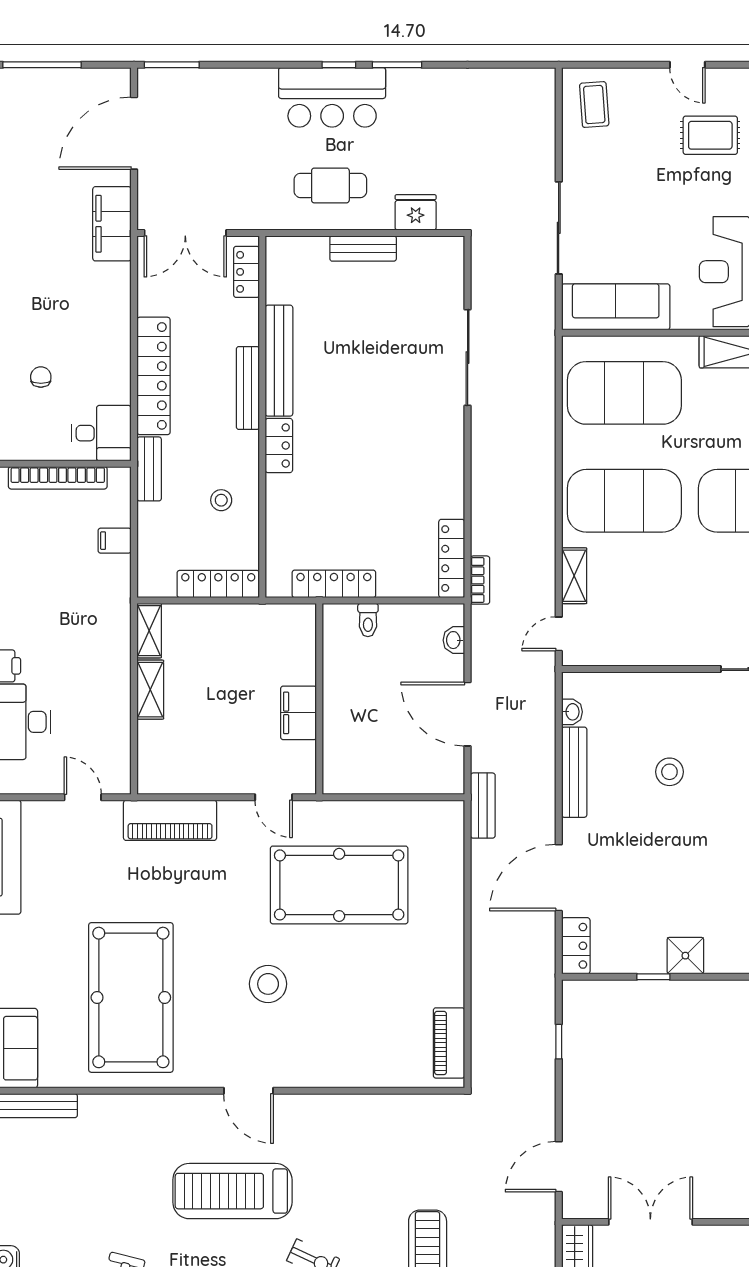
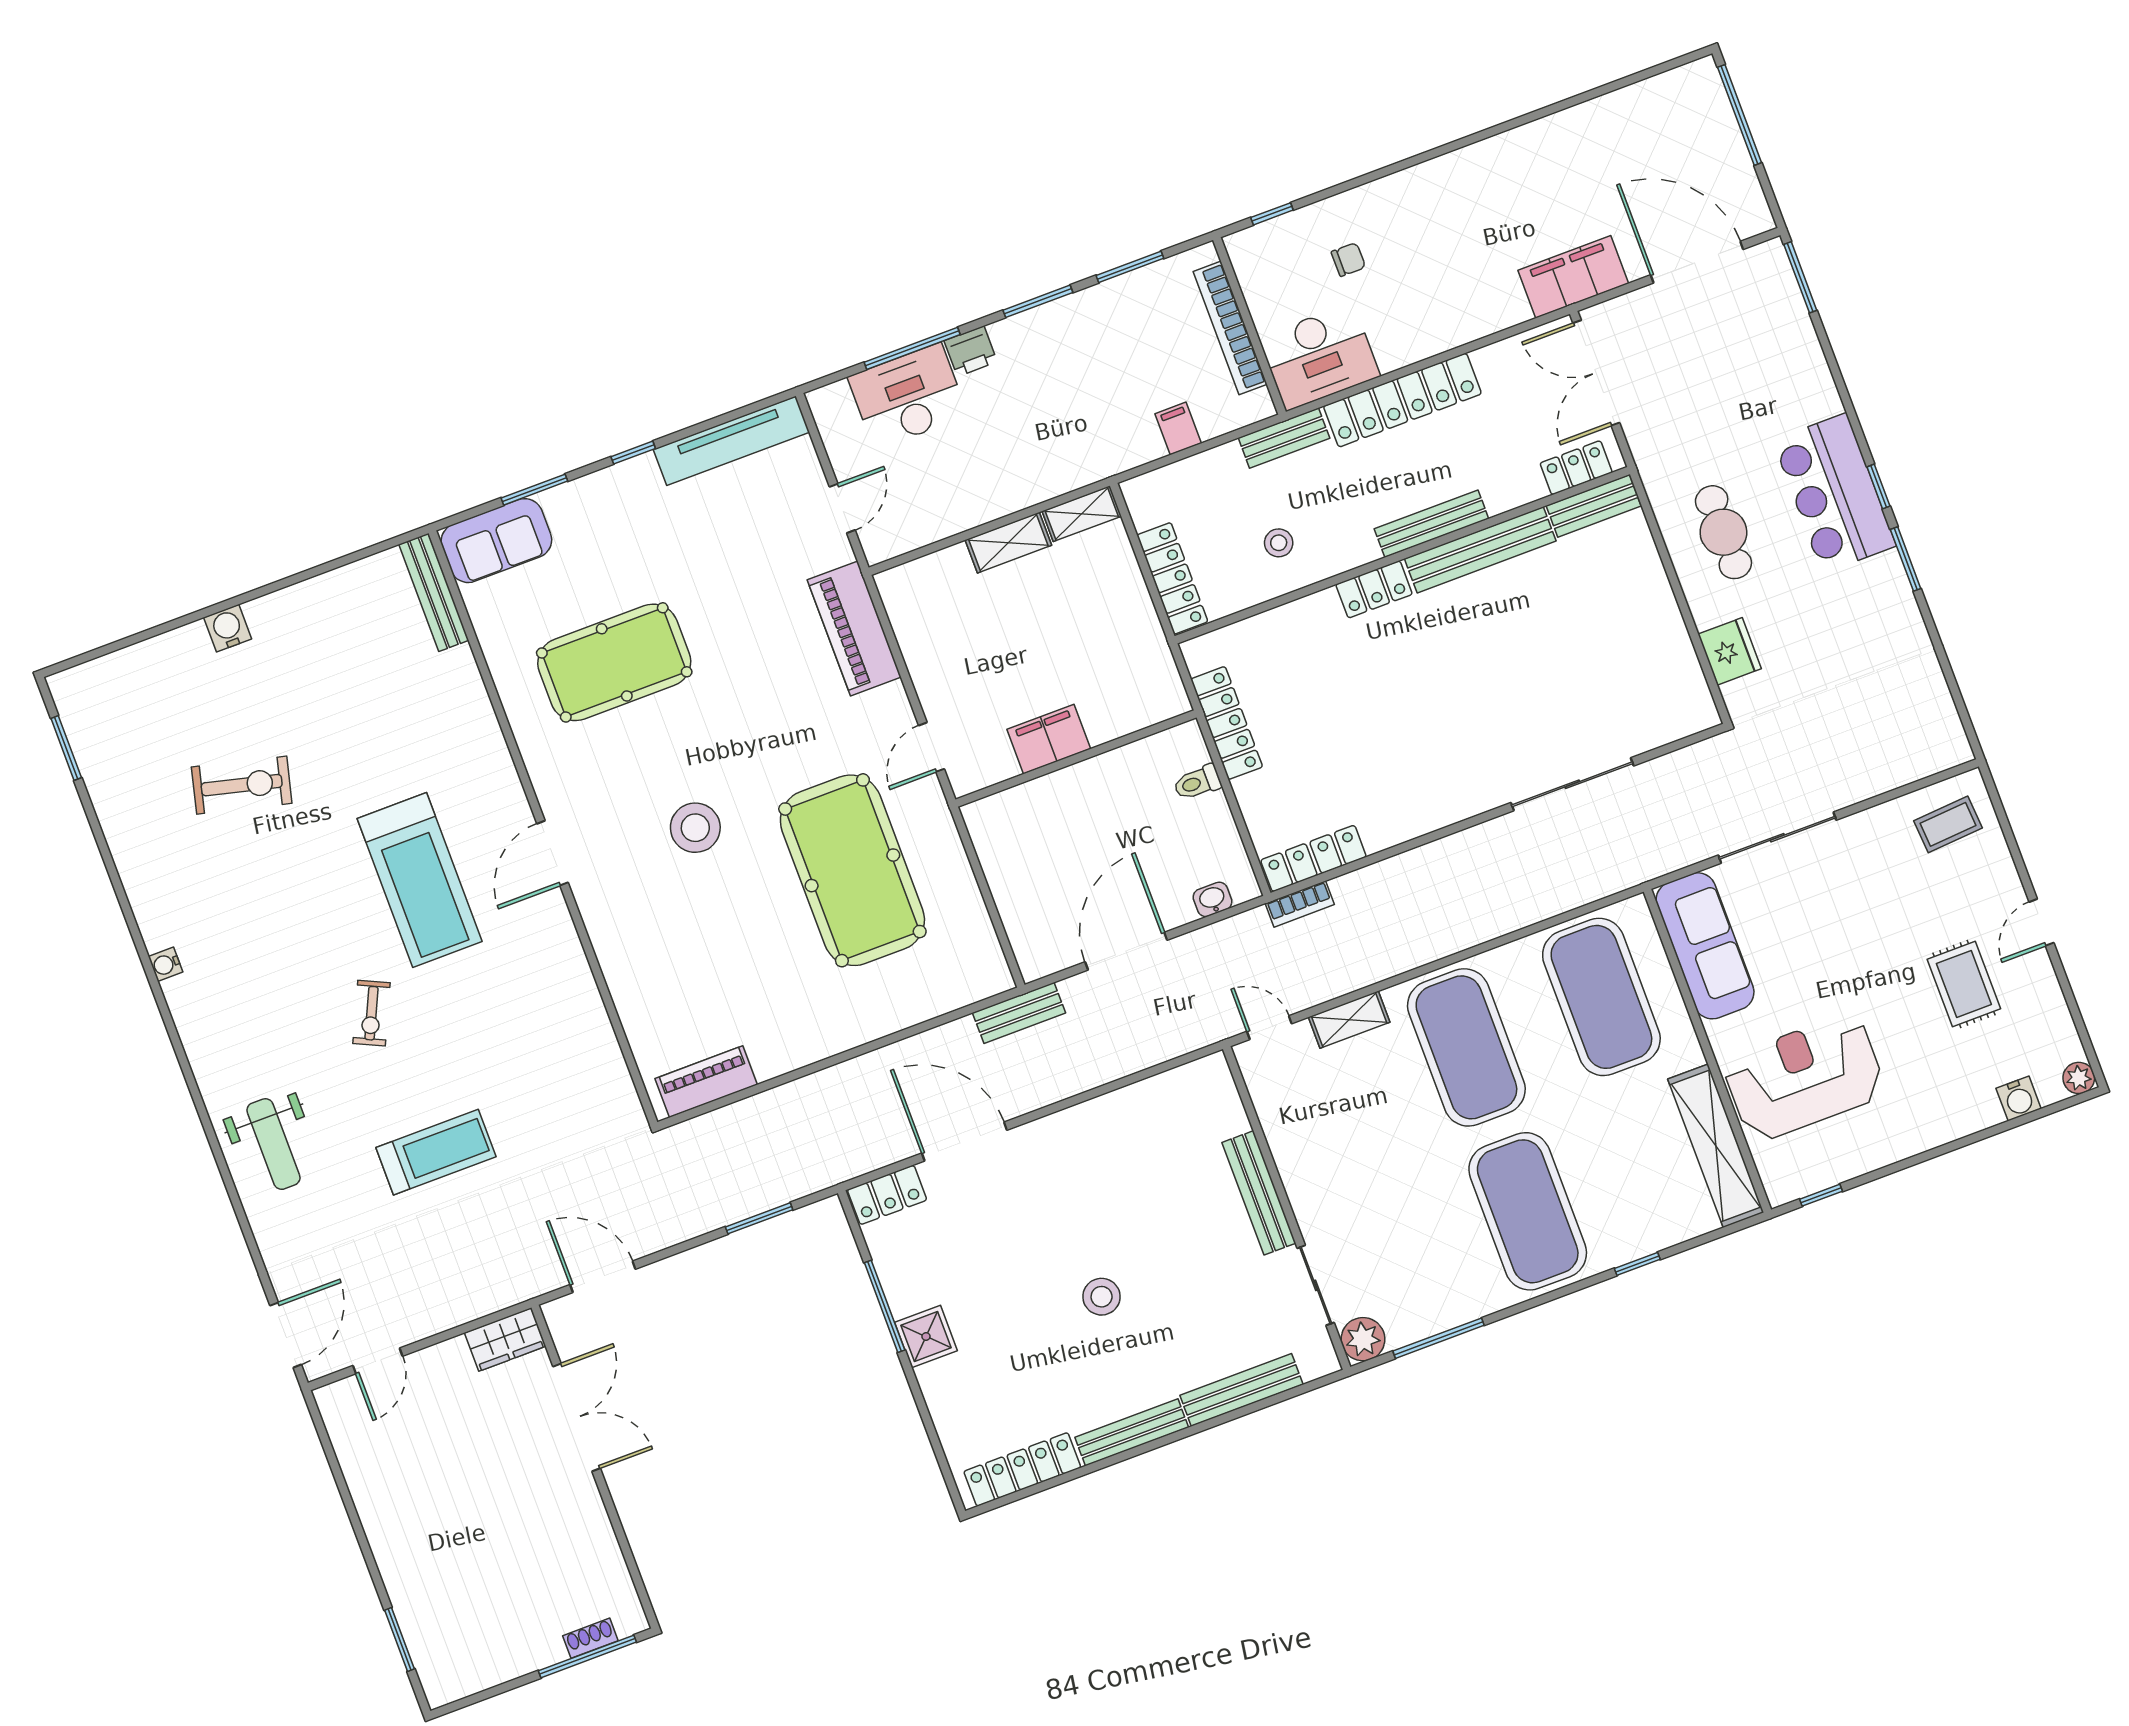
bench: (363, 248) -> (1594, 506), moved, turned 90
desk: (101, 433) -> (1319, 357), width x1.37
washbasin: (572, 712) -> (1178, 1081), removed
bench: (574, 772) -> (1259, 1193), moved, turned 90
stool: (669, 772) -> (1102, 1297), moved
window: (653, 977) -> (885, 1306), width x2.17
pool table: (131, 997) -> (614, 662), width x0.73, depth x0.76
window: (559, 1042) -> (759, 1218), width x1.50
treadmill: (232, 1191) -> (420, 880), turned 180

